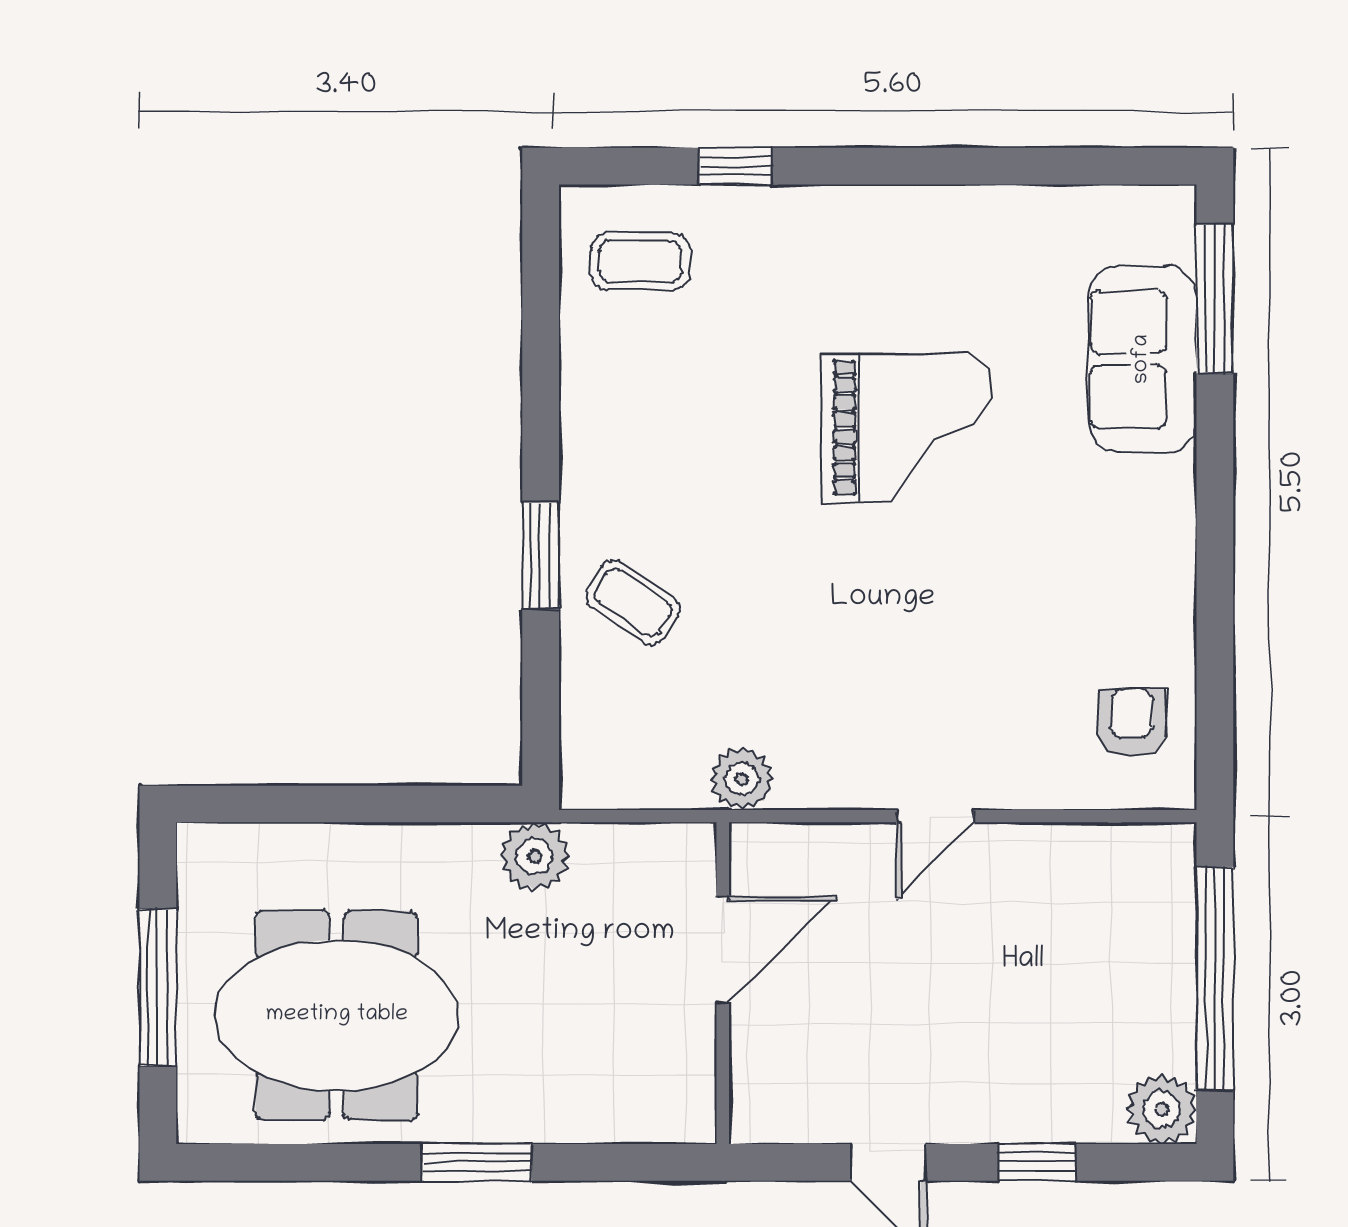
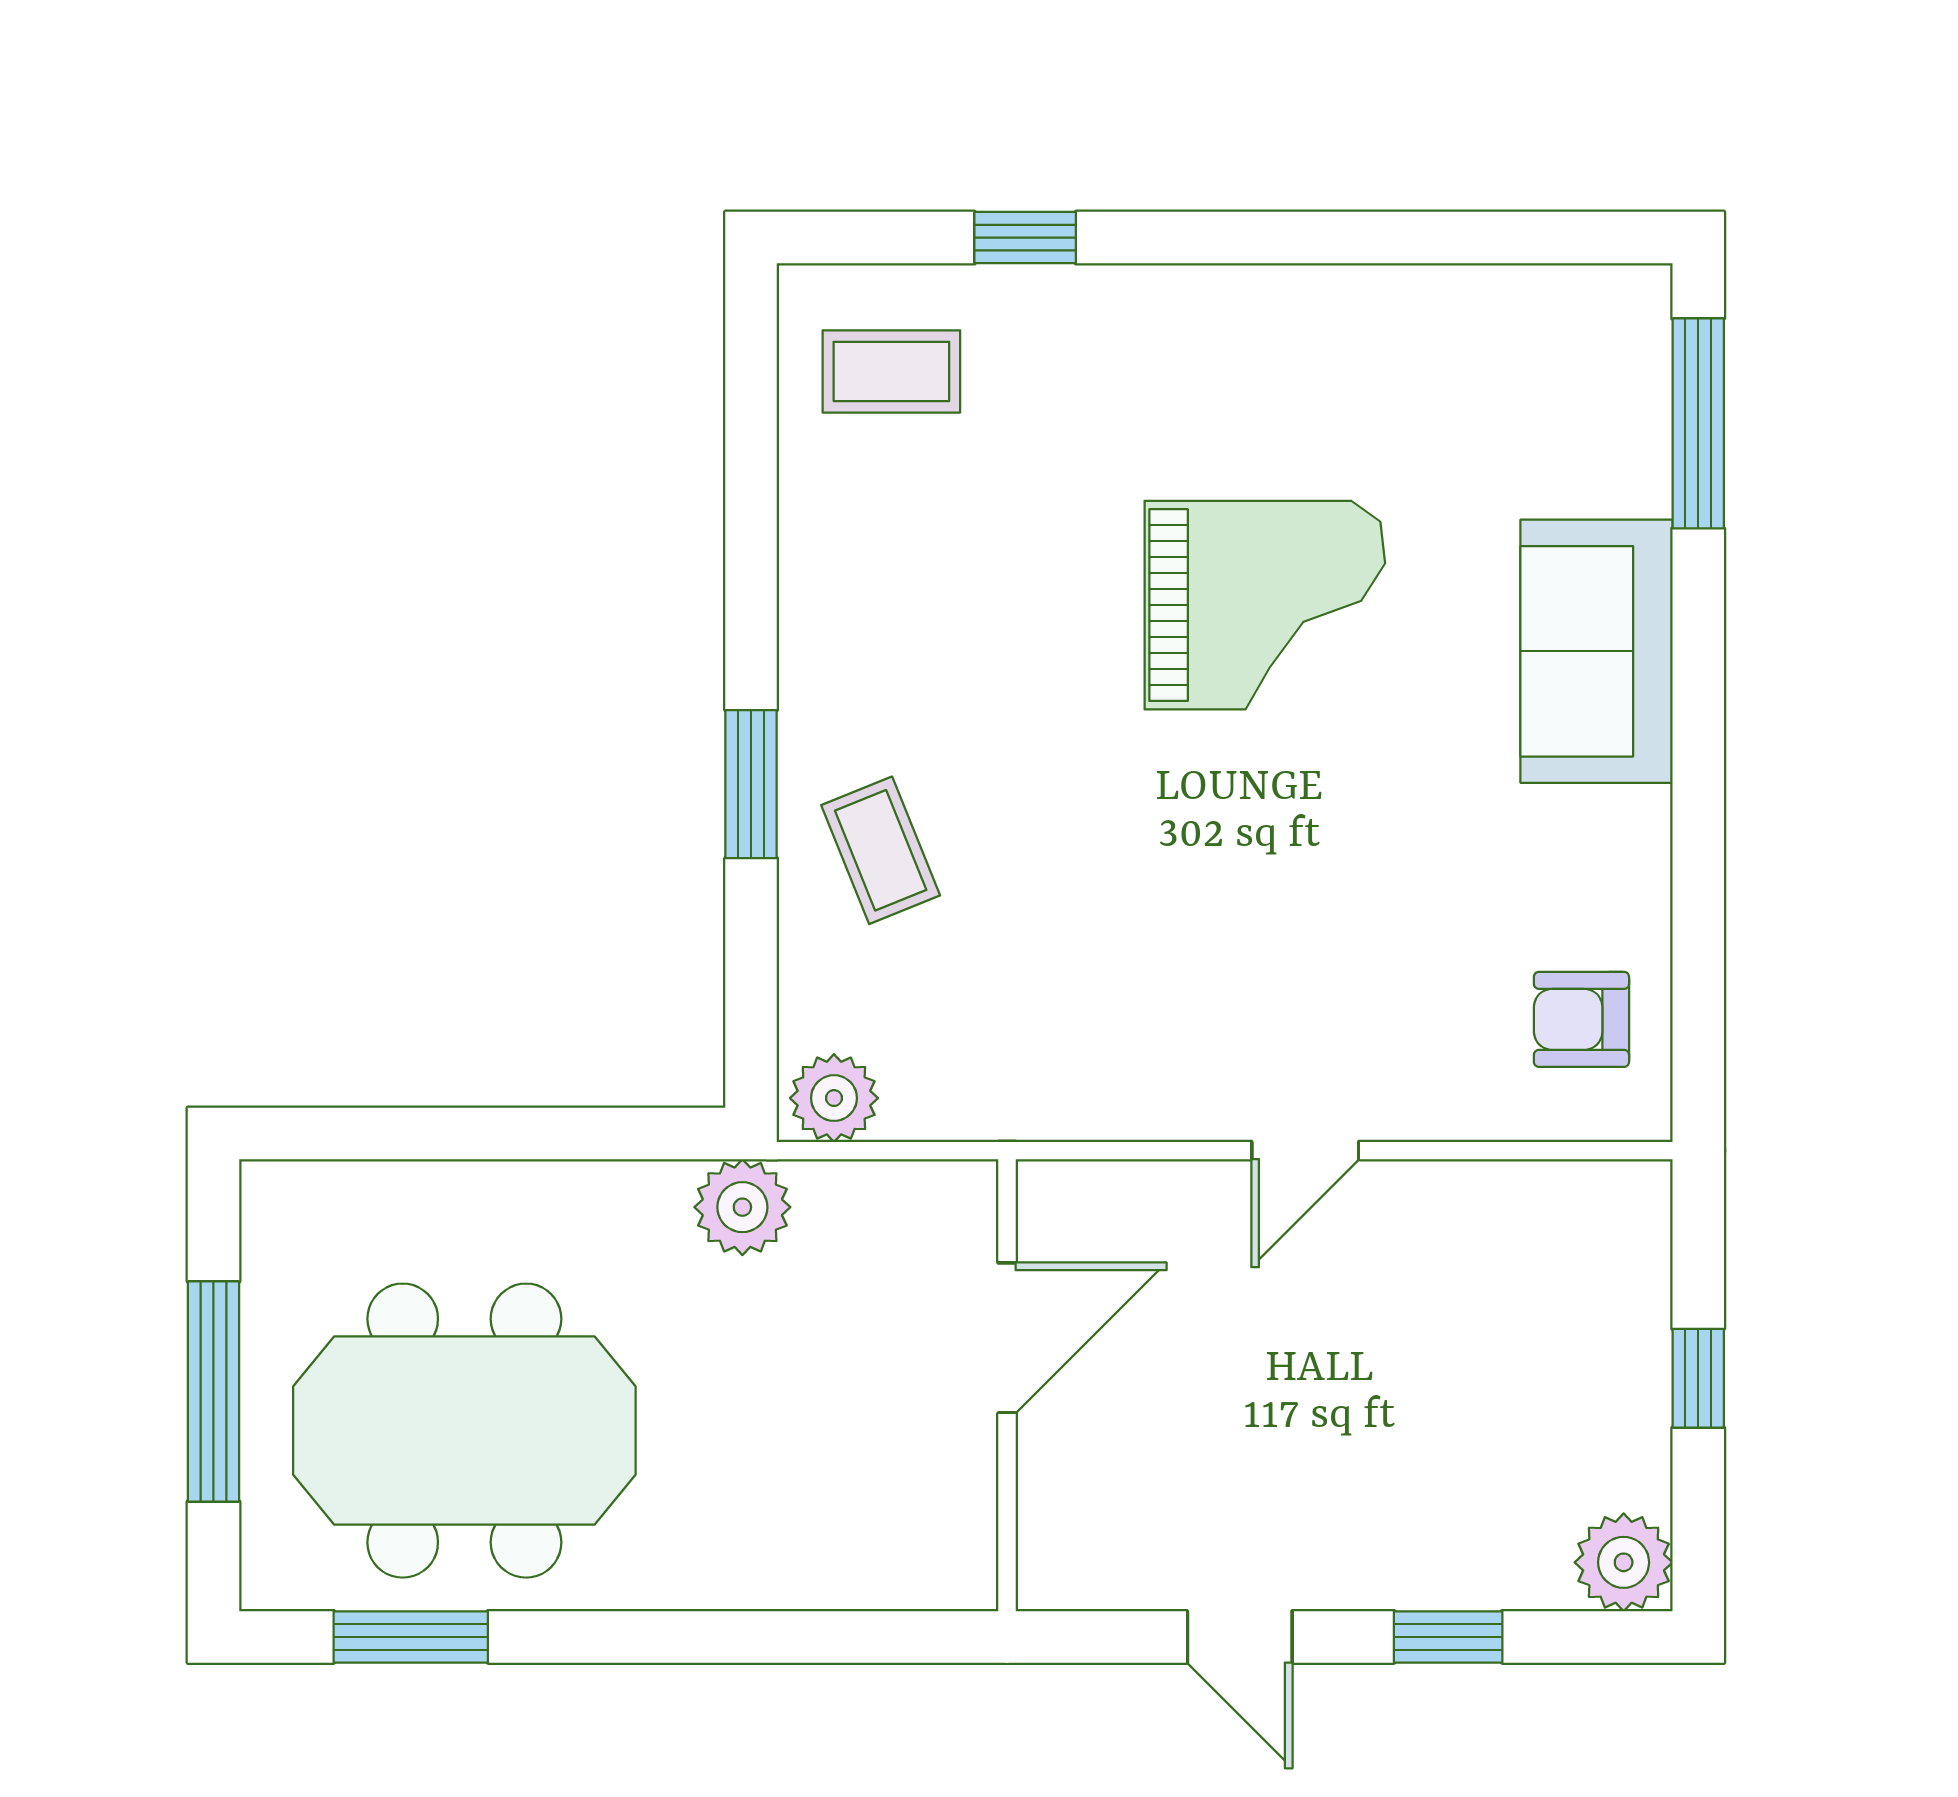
sofa: (1142, 359) -> (1597, 651), moved
coffee table: (633, 602) -> (881, 850), turned 34
armchair: (1132, 723) -> (1581, 1019), turned -90
plant: (742, 779) -> (834, 1098), moved
window: (1215, 978) -> (1698, 1378), width x0.32
window: (476, 1162) -> (411, 1637), moved

